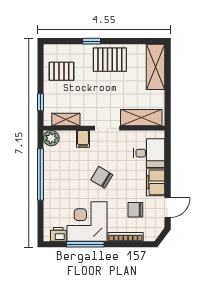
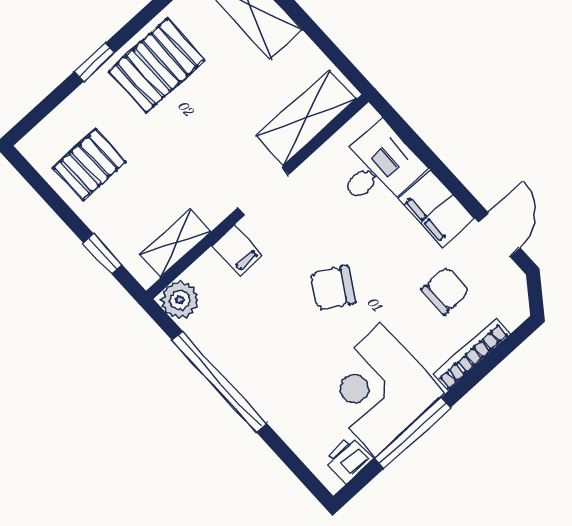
chair: (135, 210) -> (445, 291), turned 180

